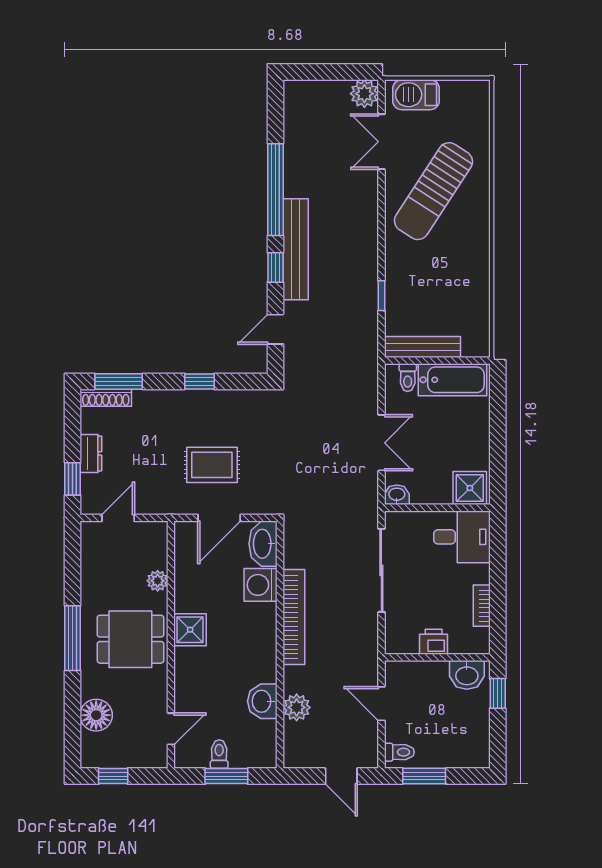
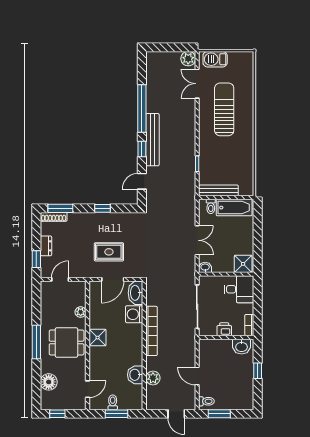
sun lounger: (433, 191) -> (224, 109), turned 147
printer: (434, 642) -> (224, 329), moved
wall: (437, 657) -> (226, 337), moved
washbasin: (467, 675) -> (242, 347), moved

